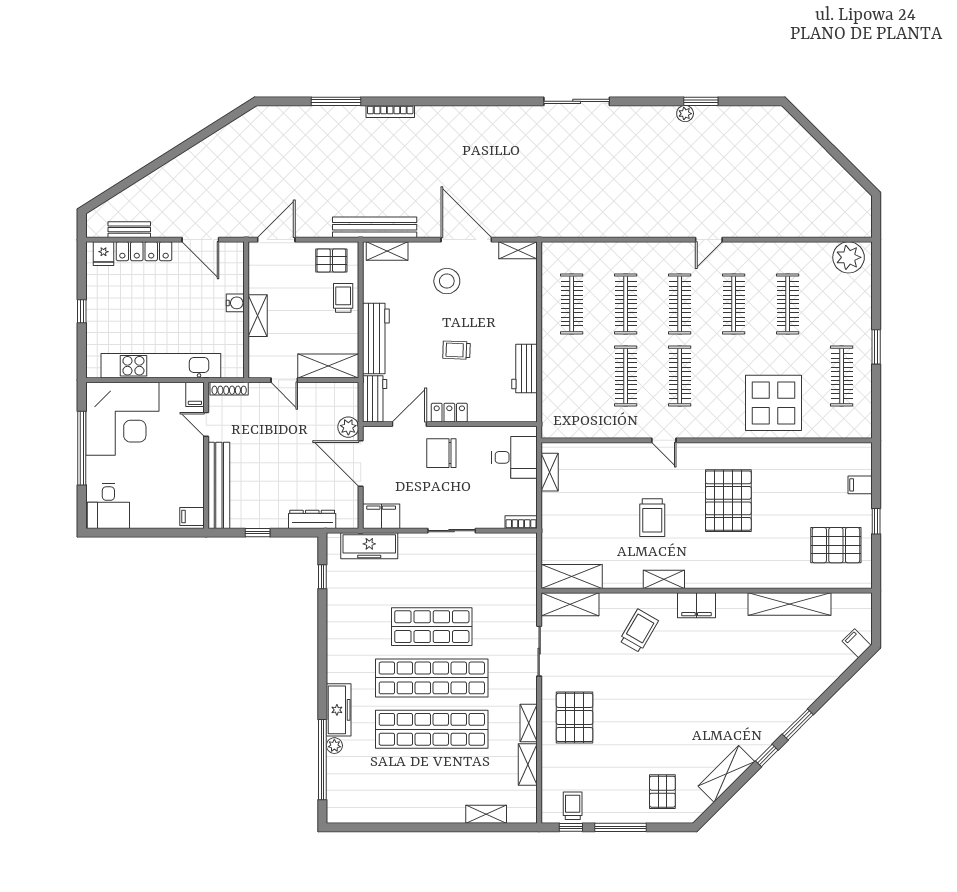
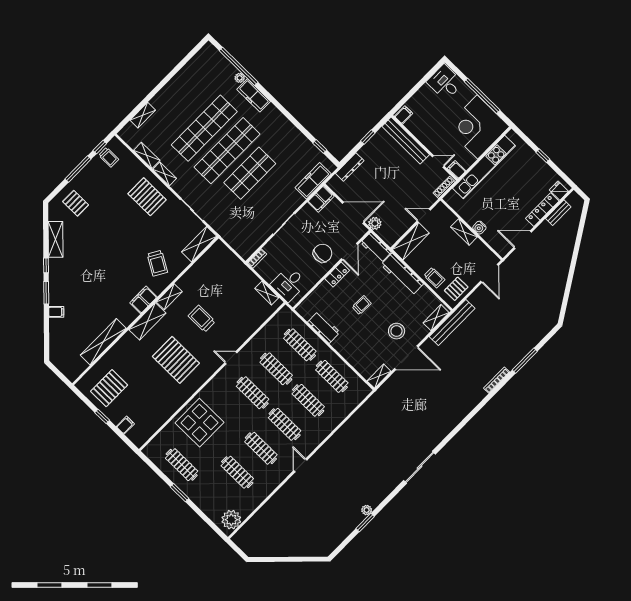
clothes rail: (572, 376) -> (300, 345), added
shelving: (572, 577) -> (147, 321), moved
filing cabinet: (857, 643) -> (56, 312), moved

